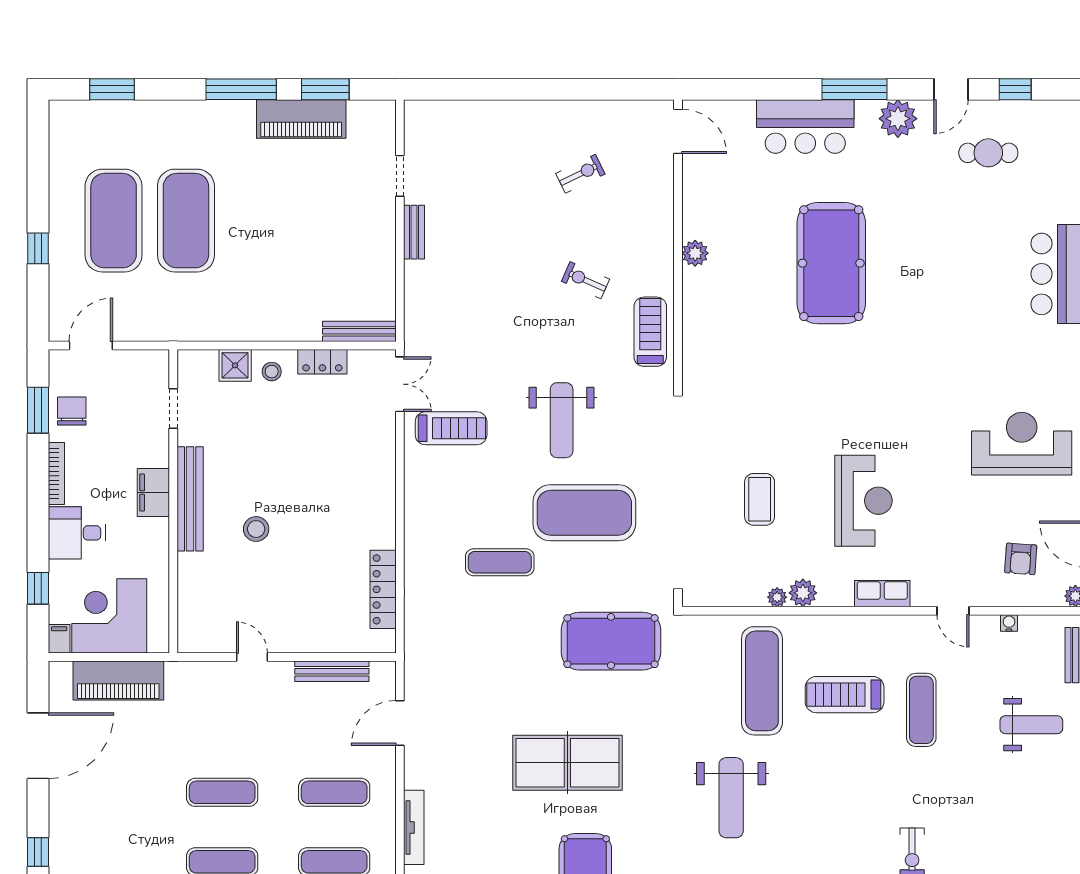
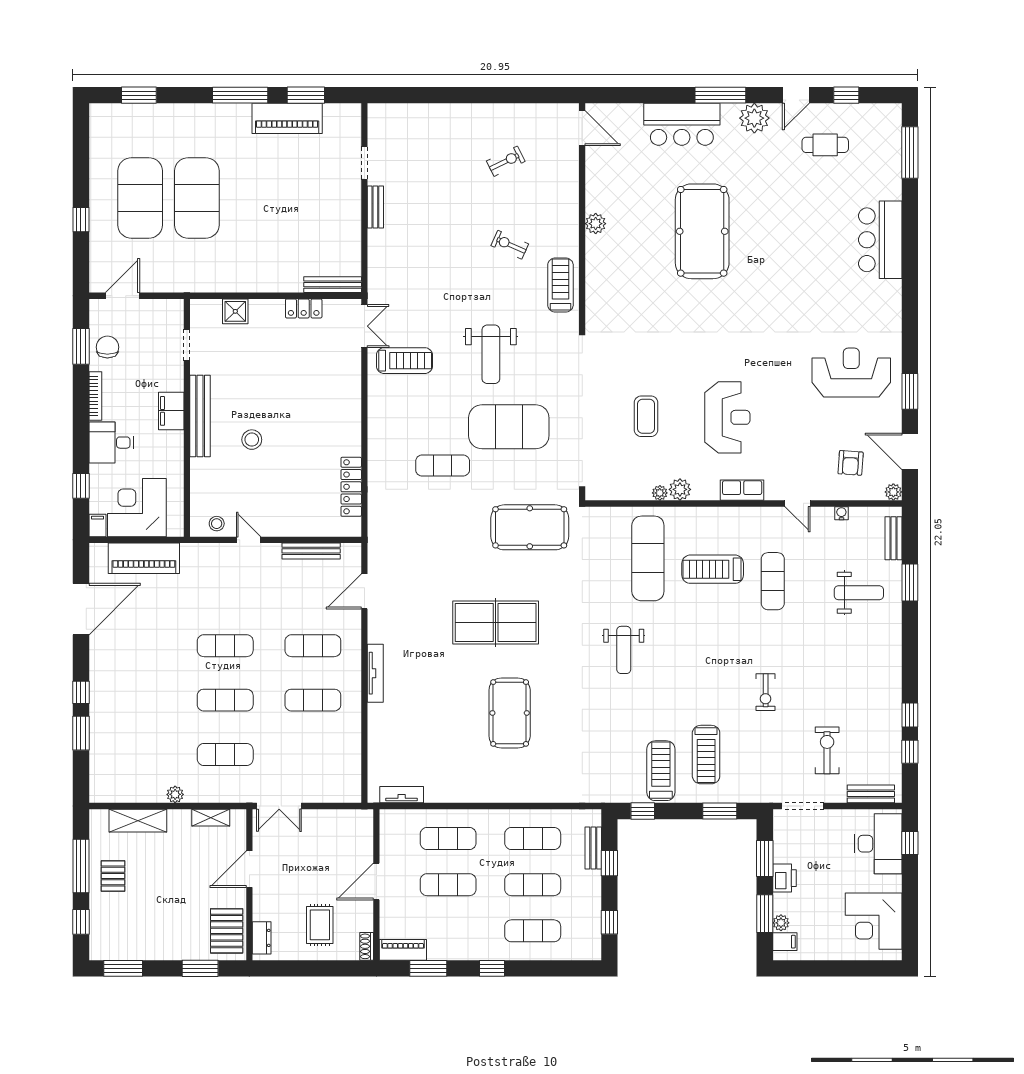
stool: (272, 372) -> (217, 524), moved
weight bench: (731, 798) -> (624, 650), width x0.73, depth x0.75

